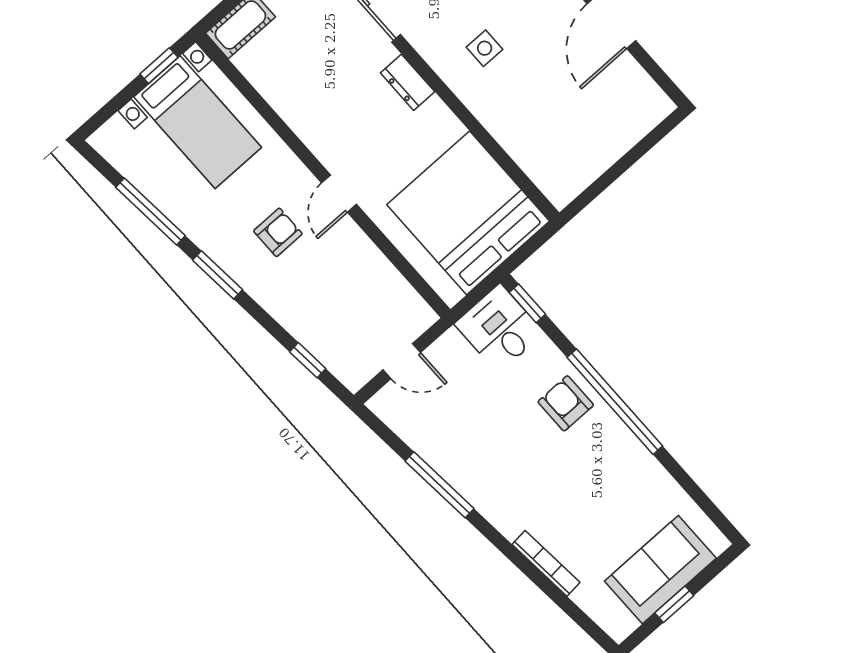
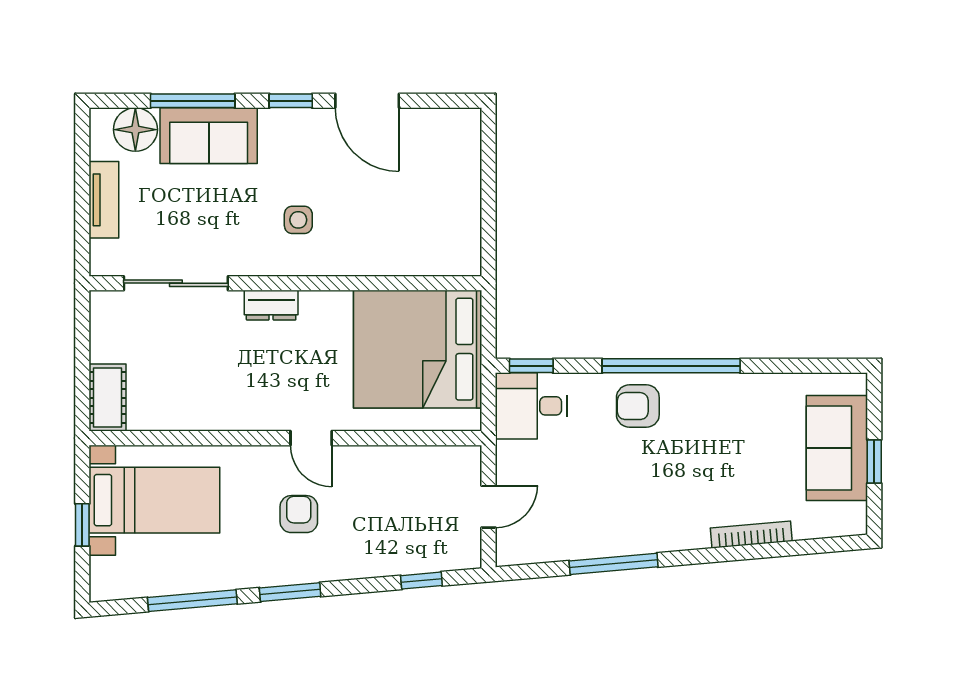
window: (159, 66) -> (82, 525), moved

